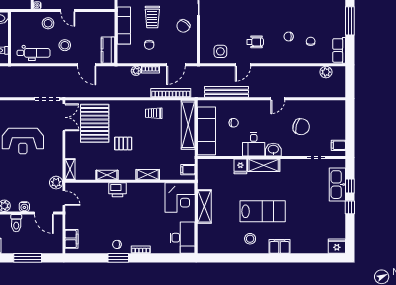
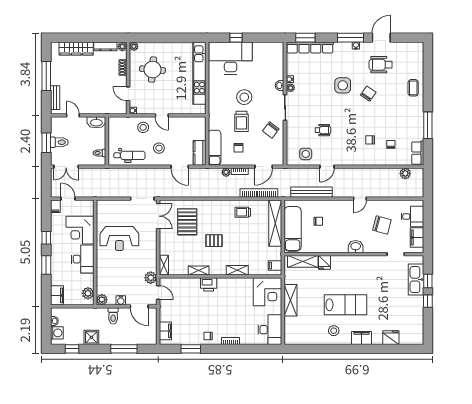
exam couch: (124, 25) -> (215, 148), moved
wheelchair: (255, 42) -> (323, 130), moved
pallet: (95, 123) -> (187, 222), width x0.73, depth x0.71
desk: (254, 144) -> (412, 216), moved, turned -90
filing cabinet: (338, 145) -> (417, 238), width x2.00
shelving: (264, 165) -> (303, 261), moved
fridge: (337, 246) -> (391, 338), moved
window: (118, 258) -> (191, 349), moved

